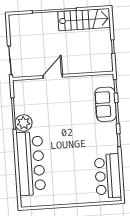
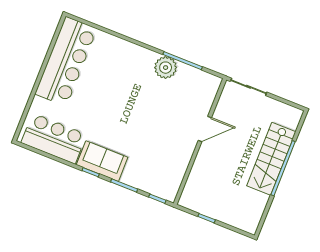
stairs: (84, 20) -> (271, 159), moved
door: (53, 76) -> (205, 129), hinge flipped
sofa: (106, 104) -> (102, 161), moved
bar counter: (31, 163) -> (66, 61), moved, turned -90

